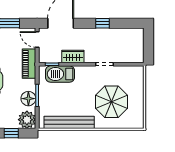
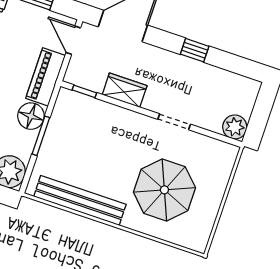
plant: (137, 56) -> (235, 127), added
barbecue: (60, 74) -> (92, 113), removed
floor lamp: (28, 99) -> (31, 116), moved

